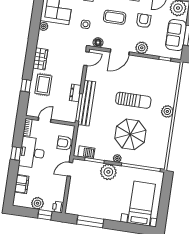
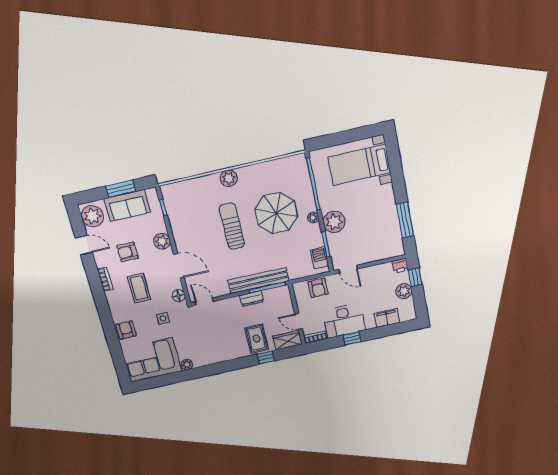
wardrobe: (40, 59) -> (287, 340), moved
rug: (43, 85) -> (257, 339), turned 90

